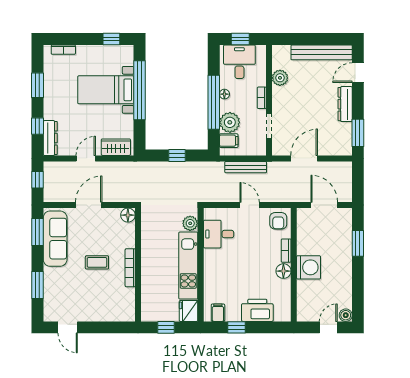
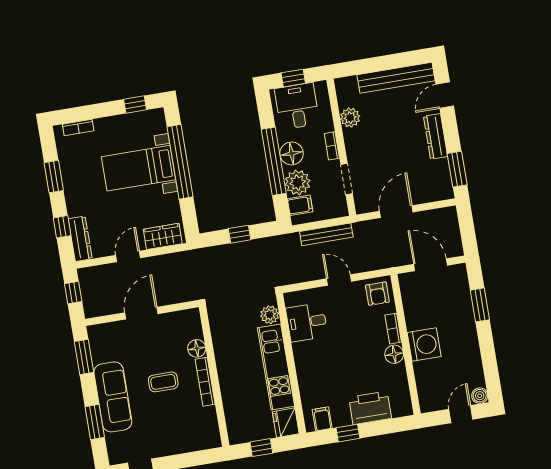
floor lamp: (224, 94) -> (292, 153), width x1.89, depth x1.89
floor lamp: (128, 215) -> (197, 348), moved
sofa: (55, 239) -> (113, 397), moved

